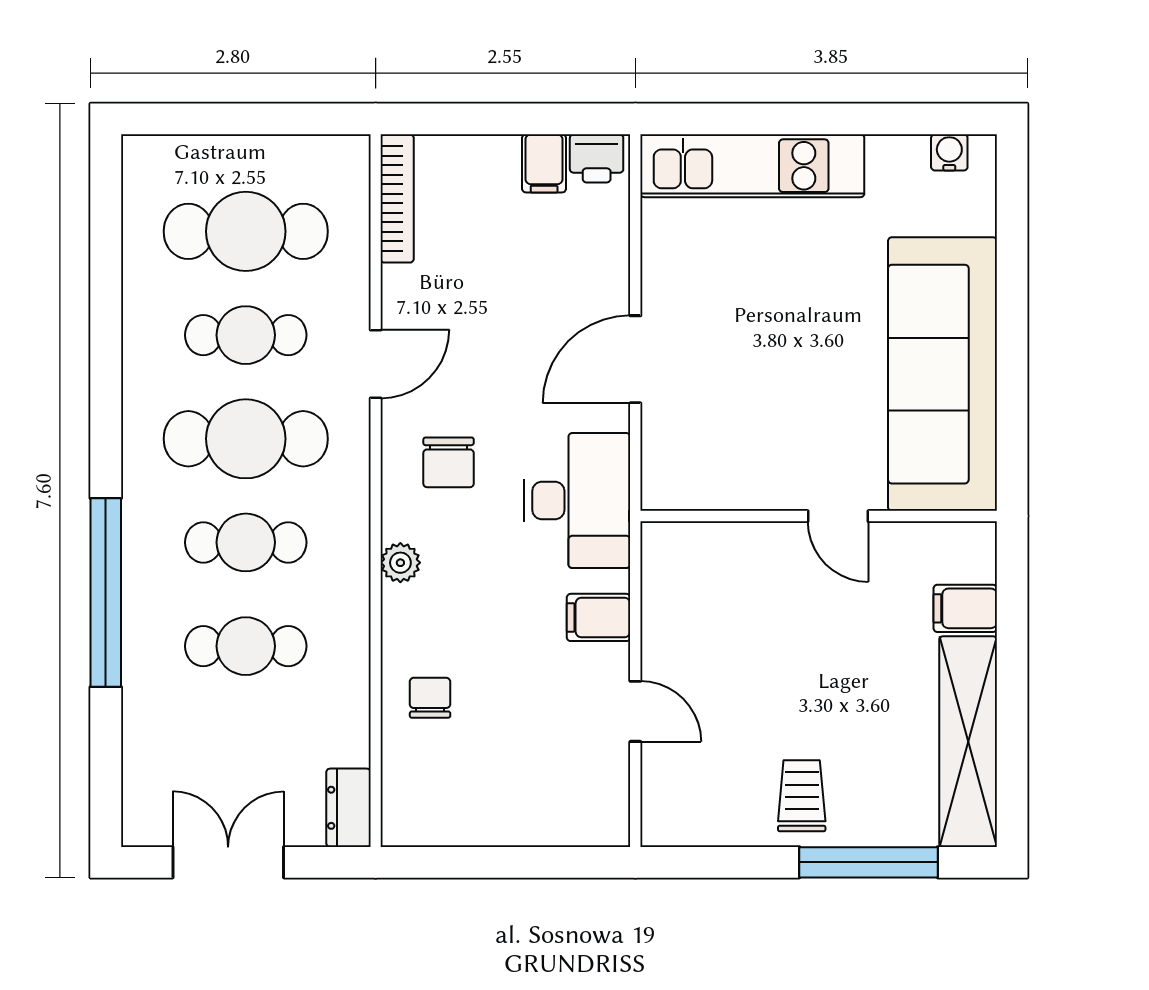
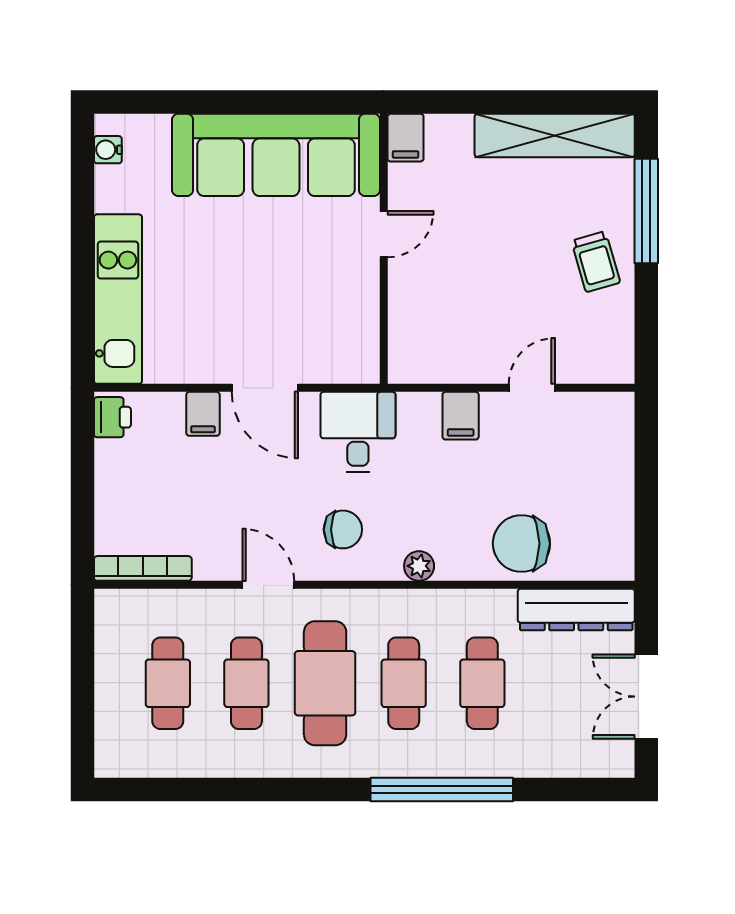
filing cabinet: (544, 163) -> (203, 414), moved, turned 90
cafe table: (246, 231) -> (168, 683), width x0.73, depth x0.74
desk: (577, 501) -> (358, 432), width x0.73
filing cabinet: (965, 608) -> (406, 138), moved
chair: (430, 698) -> (521, 544), width x1.87, depth x1.87
trolley: (802, 796) -> (596, 262), turned -106
dresser: (348, 808) -> (576, 610), width x1.96, depth x1.24

